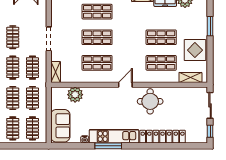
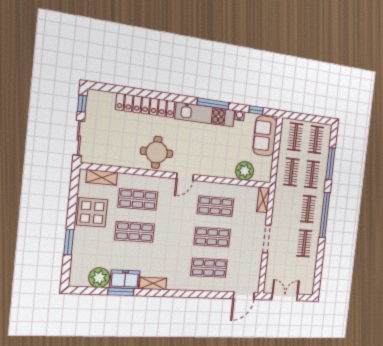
clothes rail: (32, 68) -> (288, 207), removed
window: (71, 146) -> (256, 110), added

